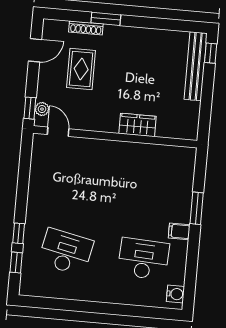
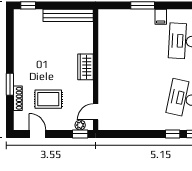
bench: (196, 66) -> (68, 15), moved
wardrobe: (138, 125) -> (86, 67), moved

